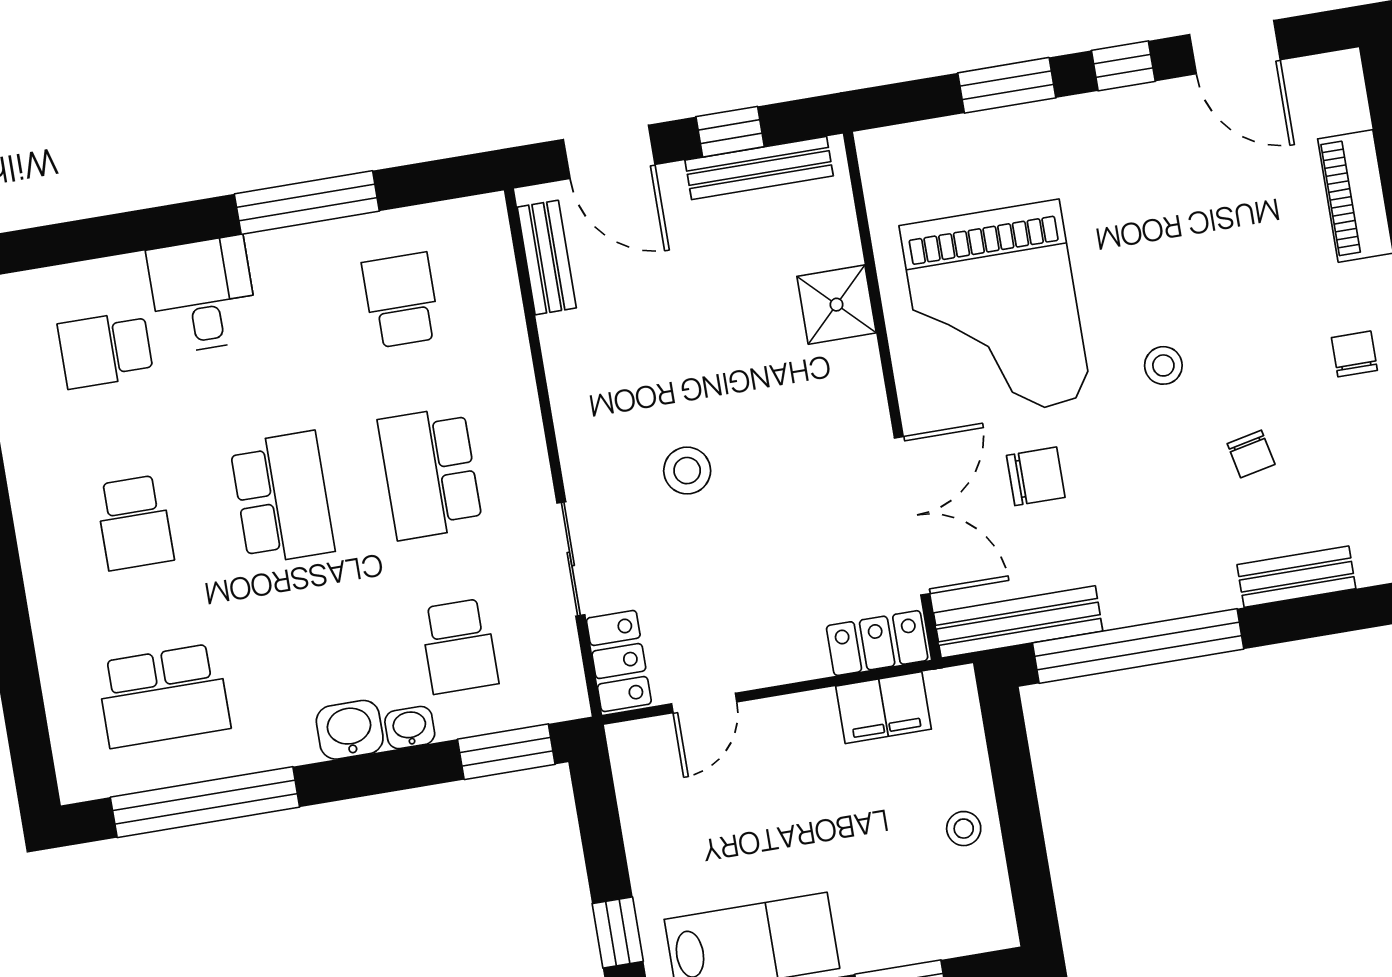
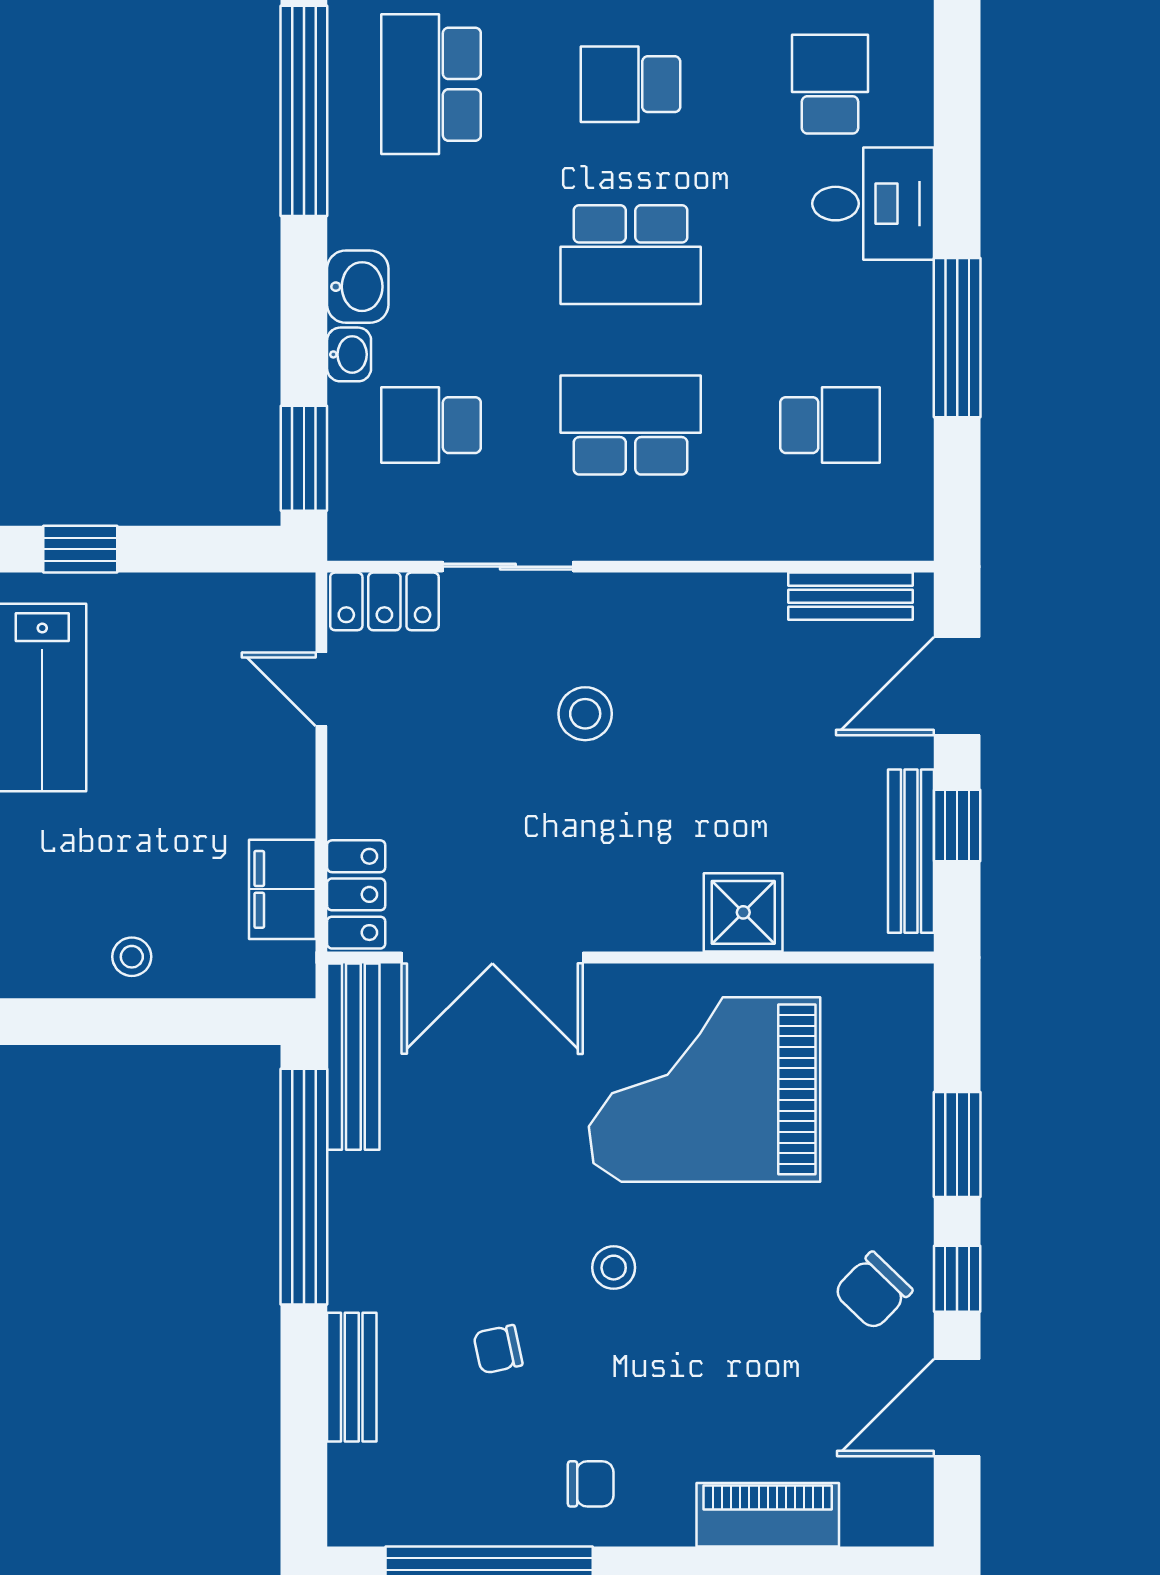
chair: (1036, 476) -> (873, 1291), moved, turned 44

